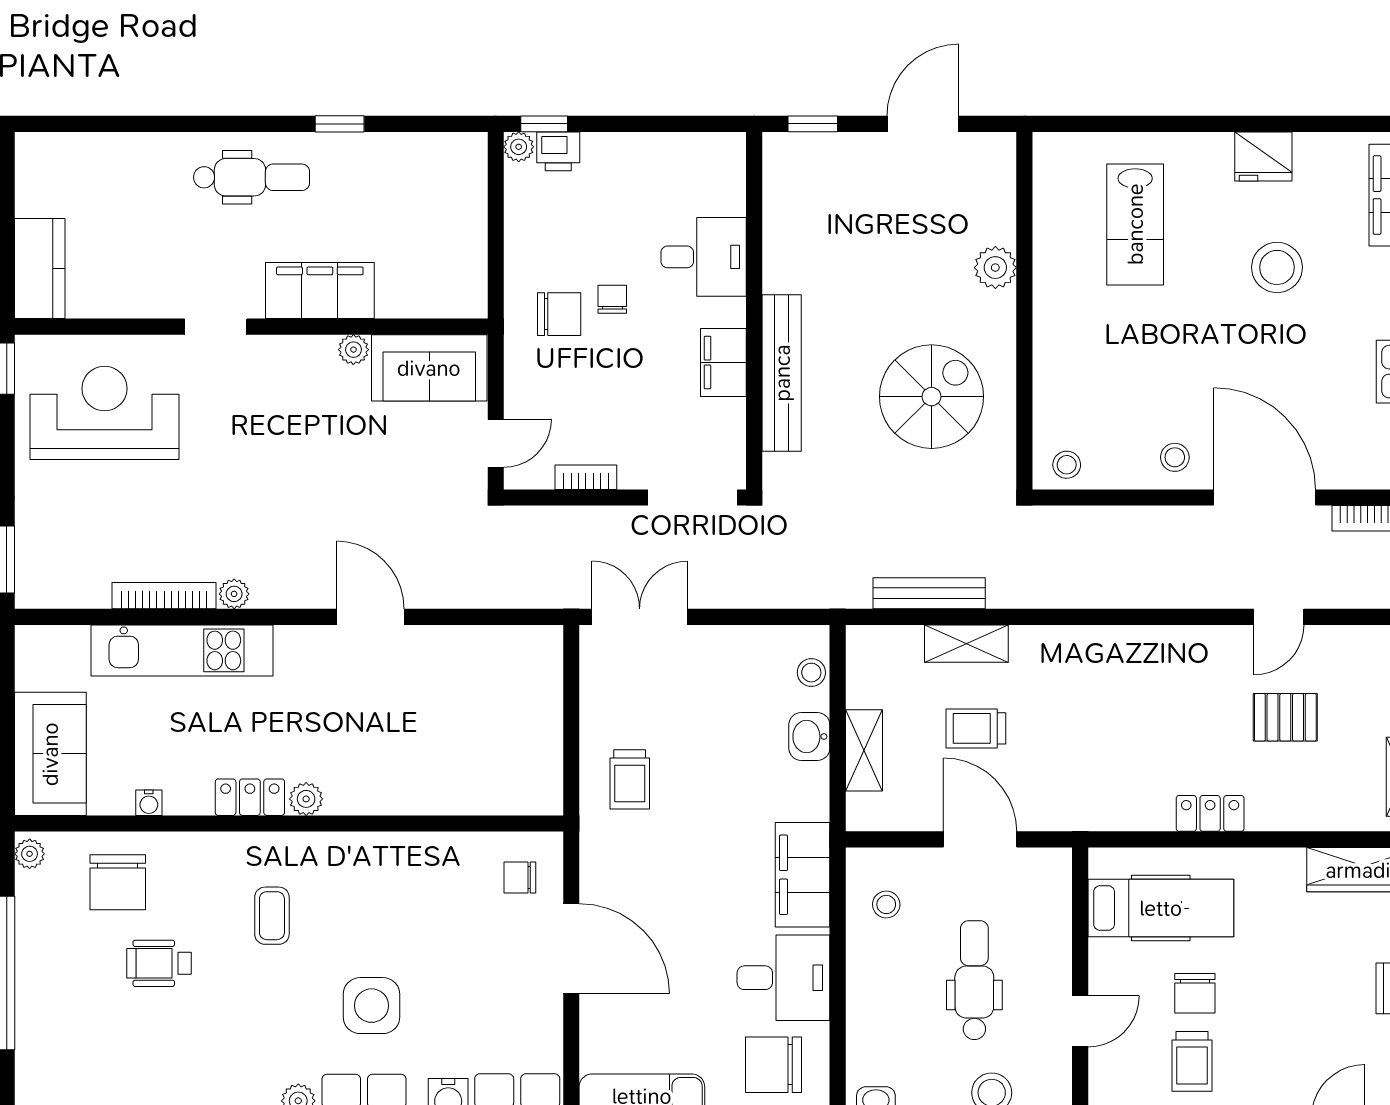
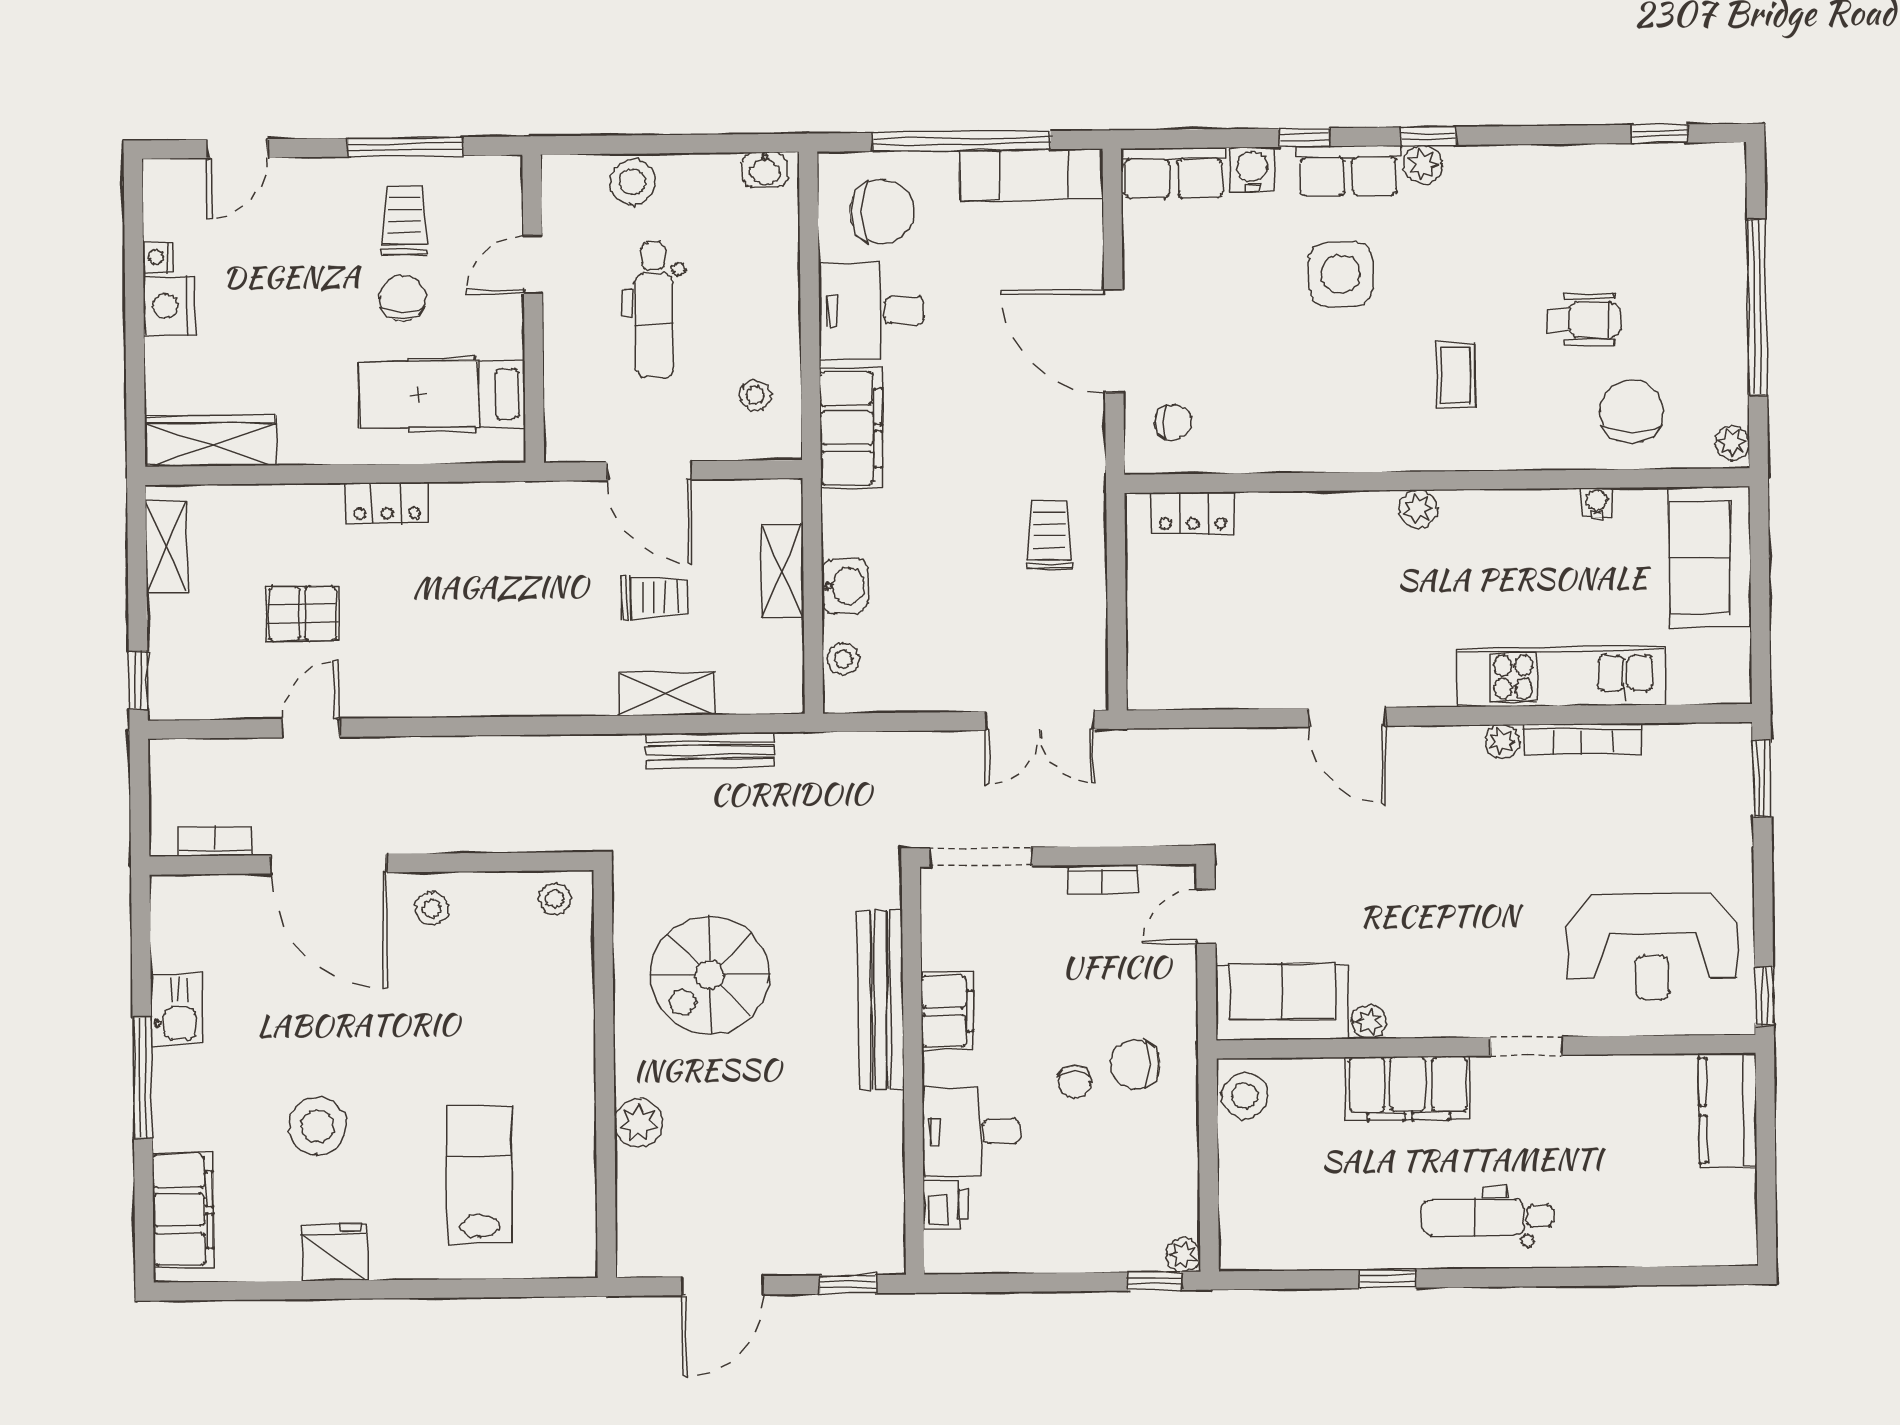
printer: (558, 151) -> (946, 1205), moved, turned 90
stool: (463, 286) -> (1245, 1096), added
locker: (250, 797) -> (1193, 513), moved

